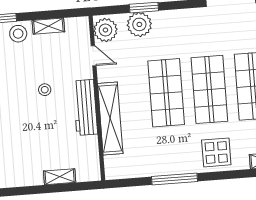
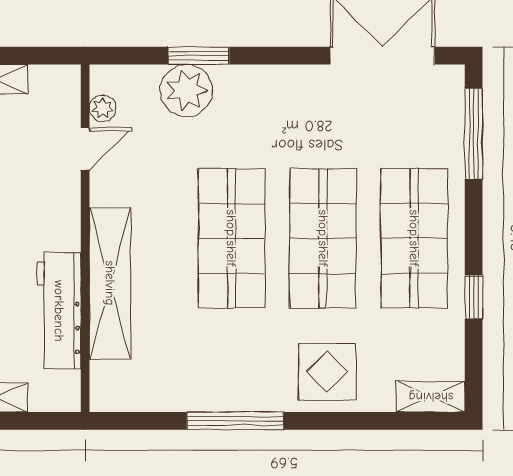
plant: (105, 30) -> (103, 108), width x0.53, depth x0.53
door: (94, 56) -> (85, 149), hinge flipped
workbench: (85, 107) -> (59, 311), moved

